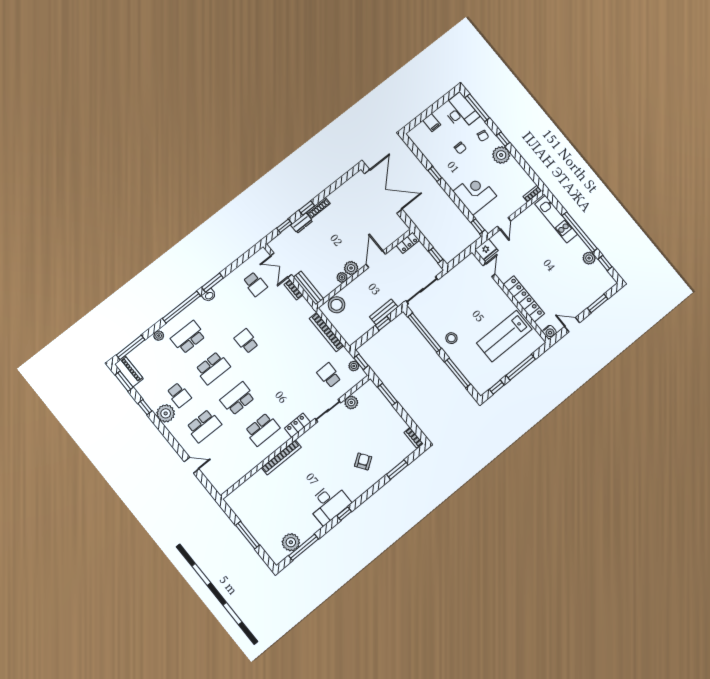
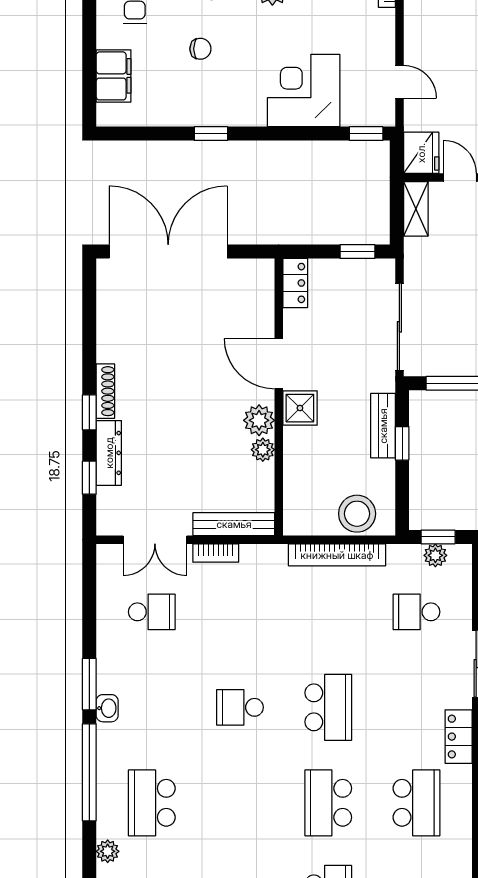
filing cabinet: (432, 123) -> (114, 76), width x2.00
dresser: (302, 223) -> (109, 453), width x1.44
shelving: (466, 264) -> (416, 209), added
shower: (367, 279) -> (300, 408), added
stool: (337, 305) -> (357, 514), moved
school desk: (213, 368) -> (328, 707), moved

